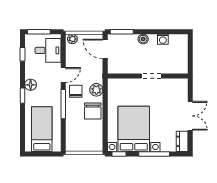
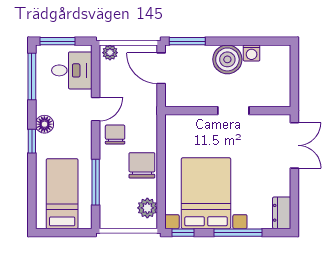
boiler: (143, 39) -> (227, 59), width x1.86, depth x1.86
window: (22, 54) -> (32, 77), width x2.17
plant: (96, 90) -> (147, 208), moved
window: (63, 104) -> (96, 182), moved
chair: (93, 111) -> (142, 165), turned 180
double door: (190, 116) -> (294, 145), moved

